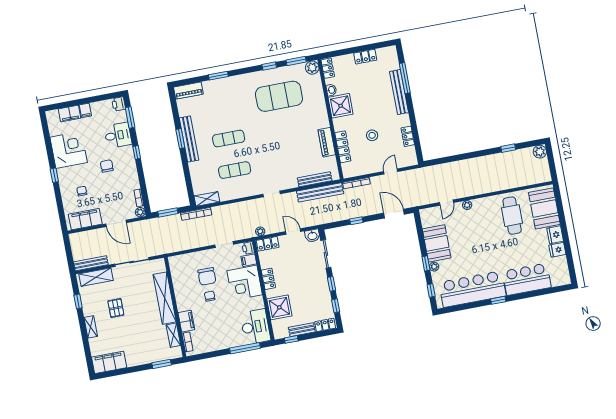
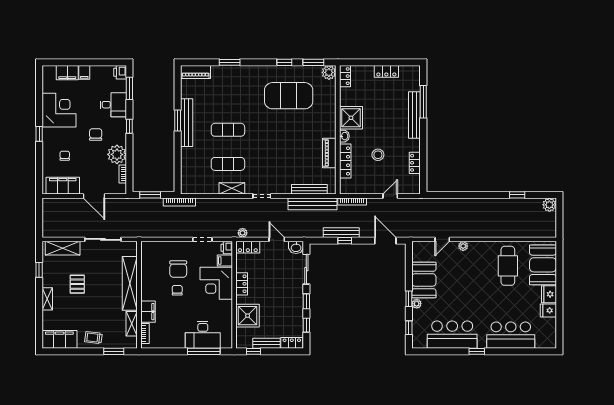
washbasin: (331, 90) -> (344, 136), moved
shelving: (207, 199) -> (232, 188), moved
plant: (140, 212) -> (117, 154), moved, width x1.88, depth x1.88
bench: (91, 263) -> (341, 233), moved
bar counter: (472, 289) -> (452, 335), width x0.73
desk: (255, 327) -> (203, 335), moved, turned 90
trolley: (140, 355) -> (93, 338), added

